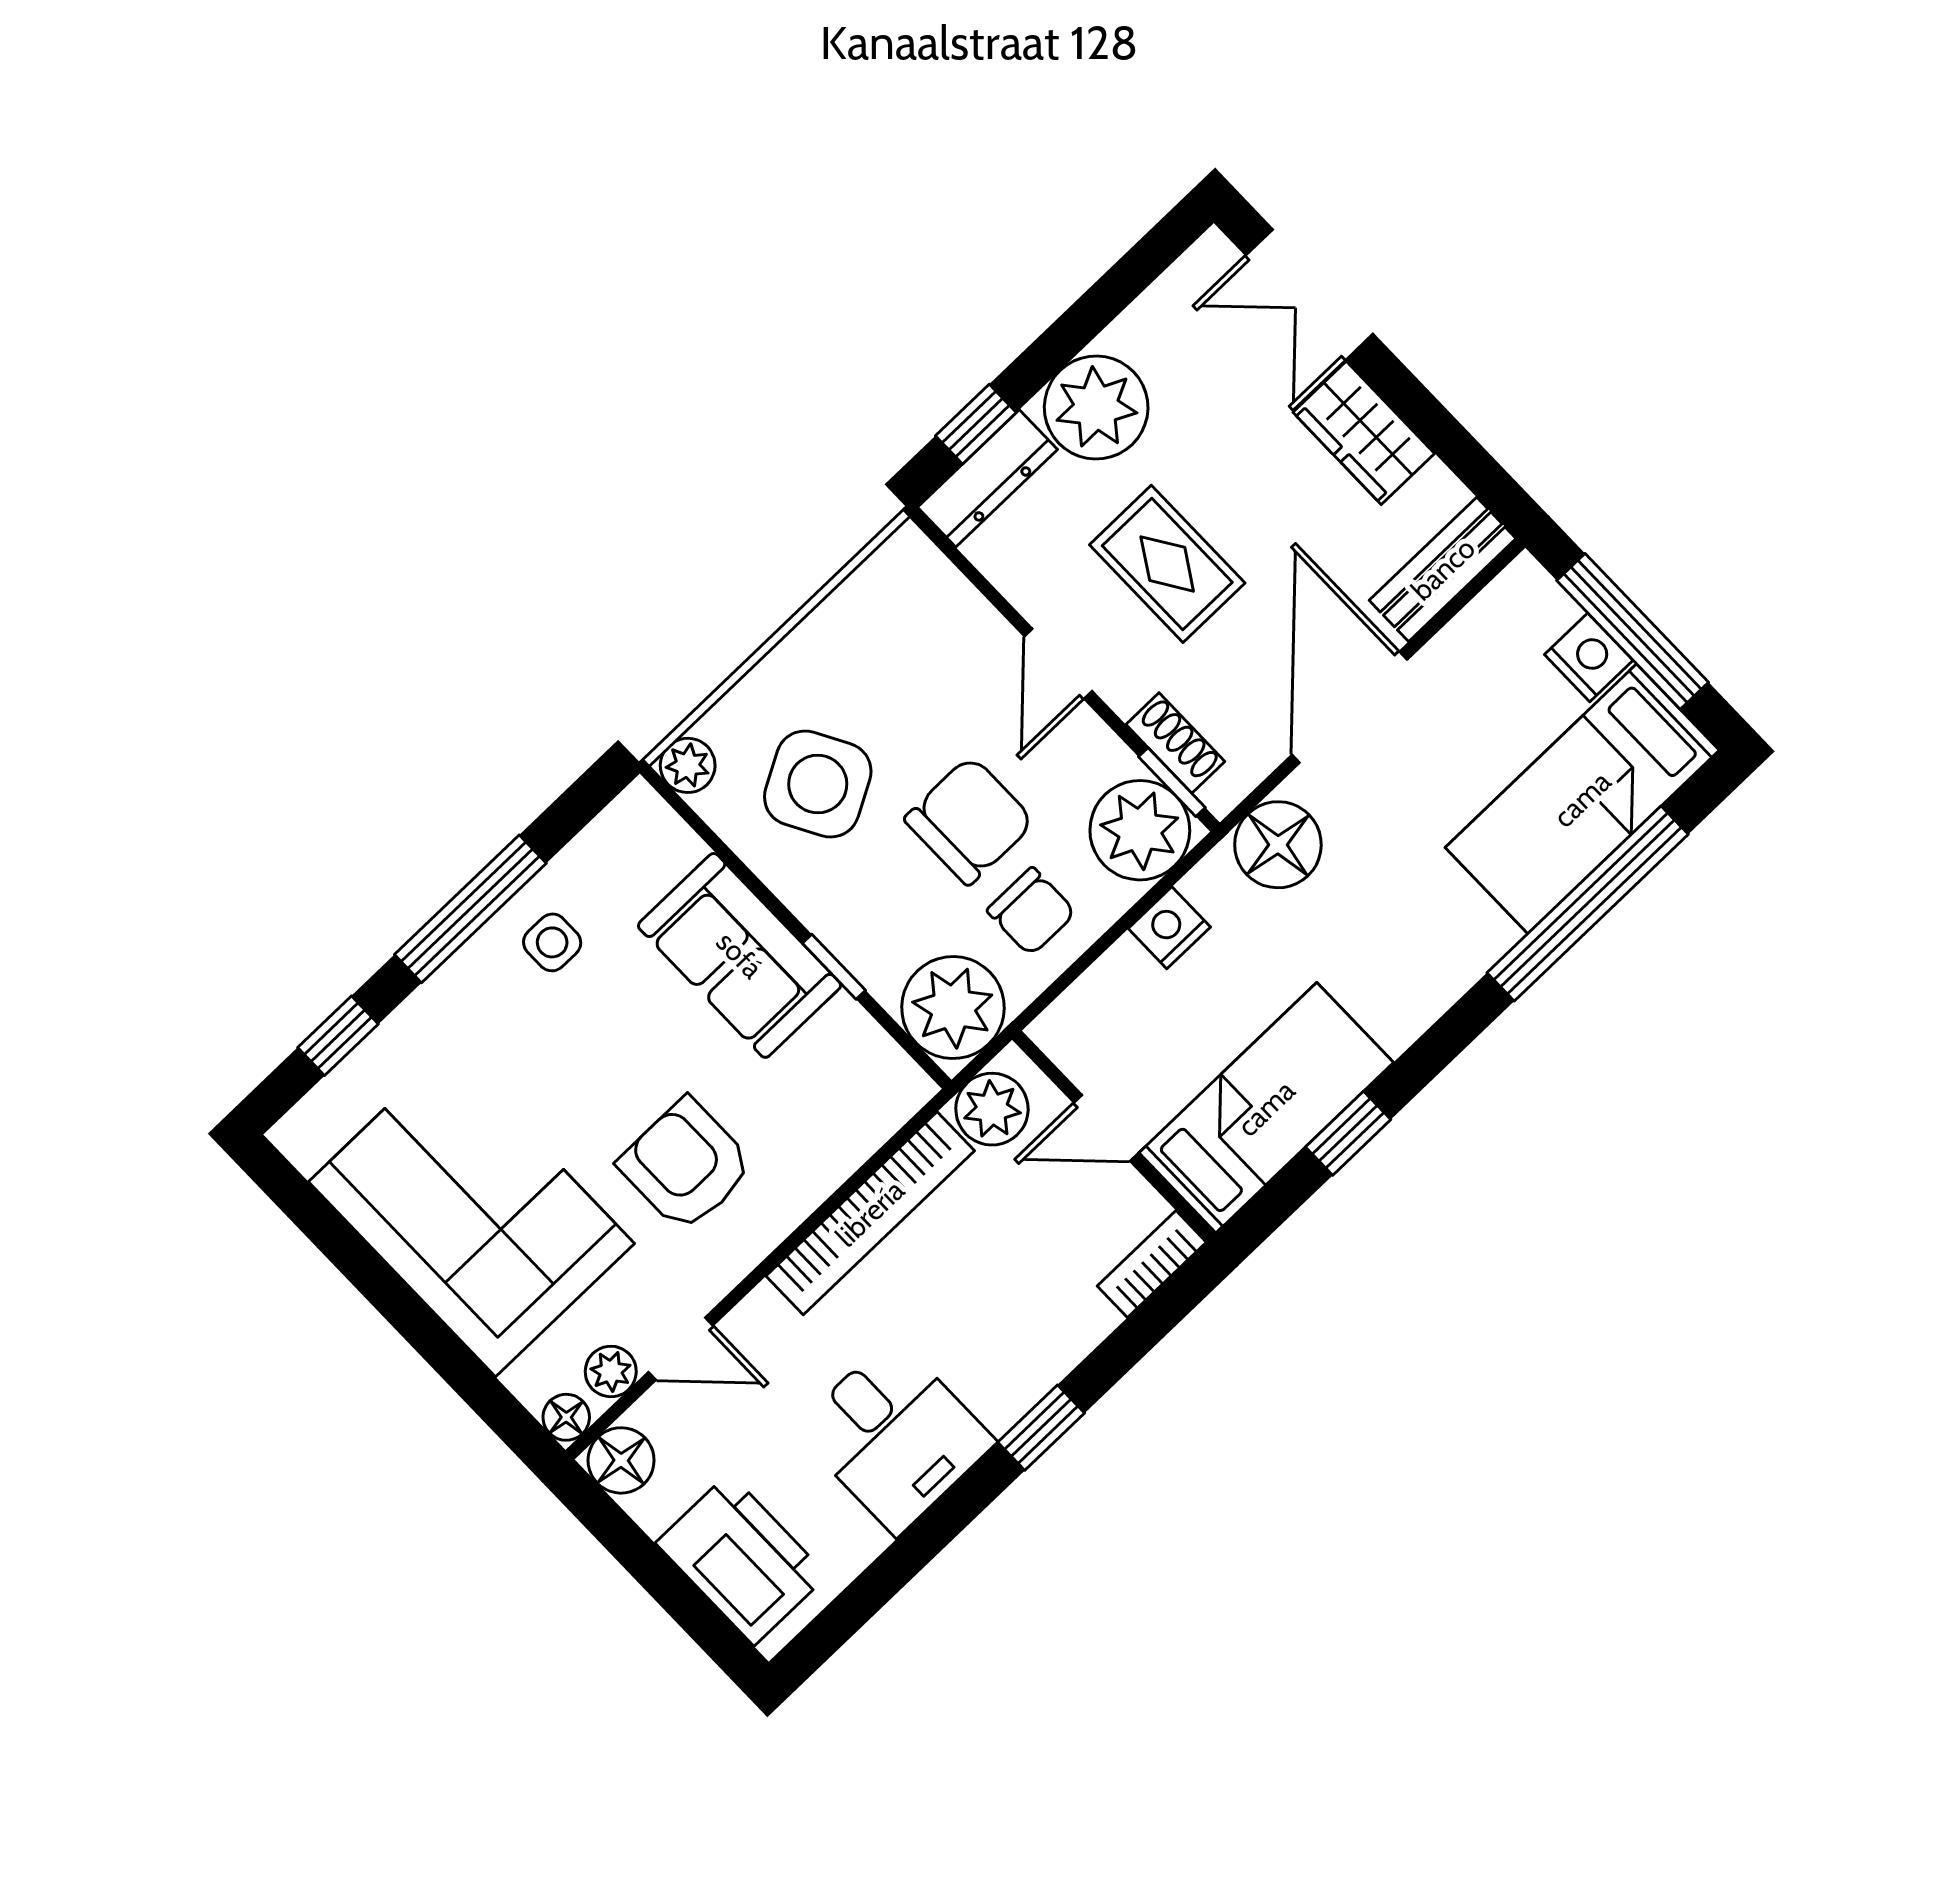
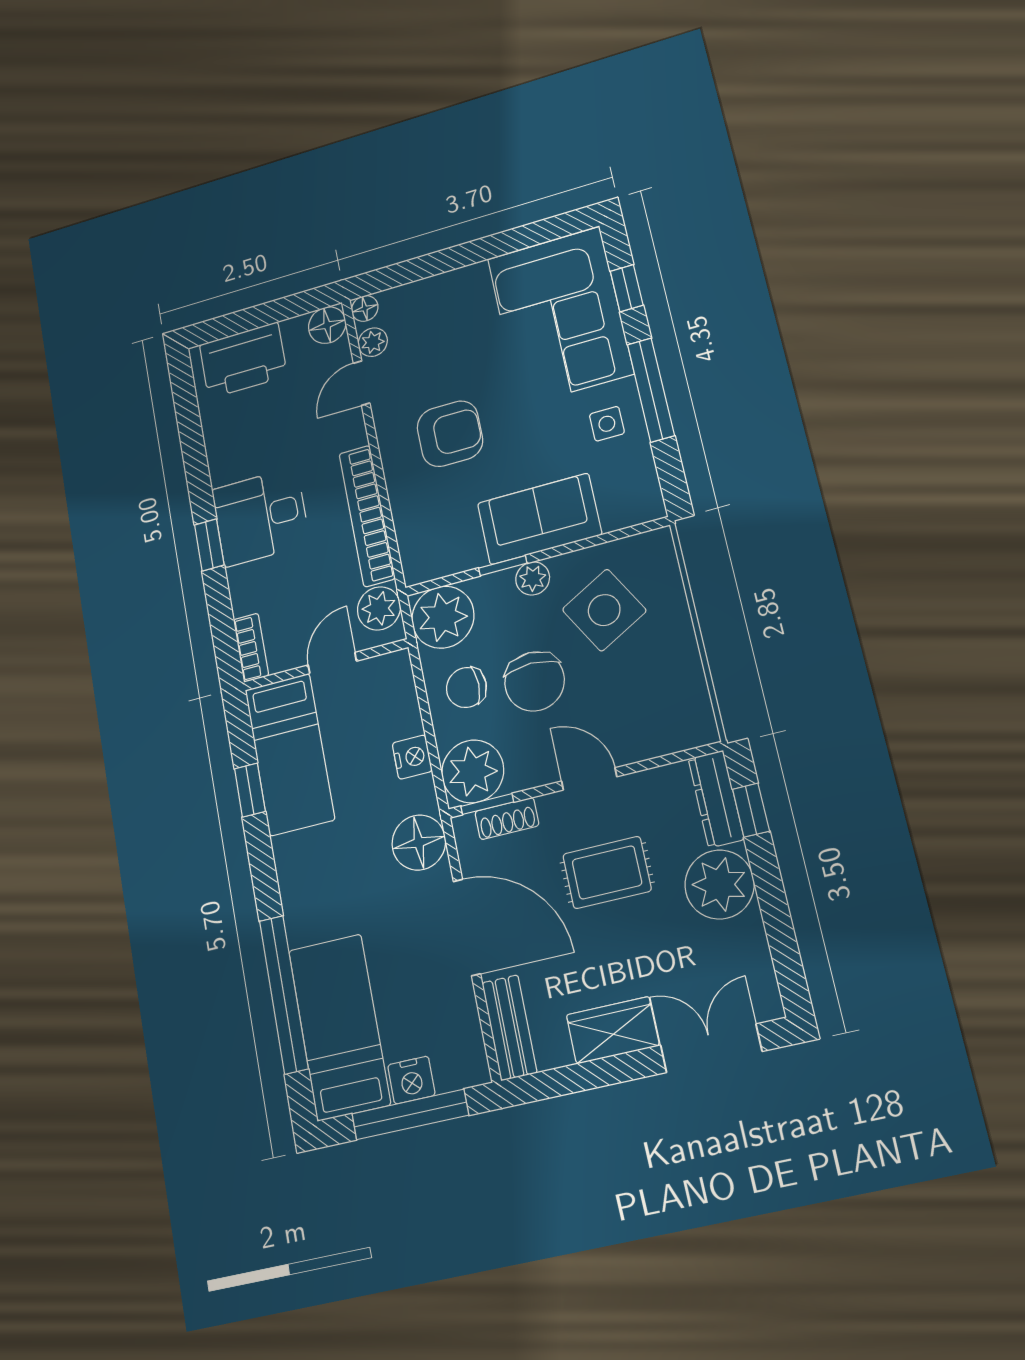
plant: (688, 765) -> (533, 578), moved
corner sofa: (471, 1213) -> (560, 316), moved, turned 90
desk: (895, 1436) -> (261, 517), moved

